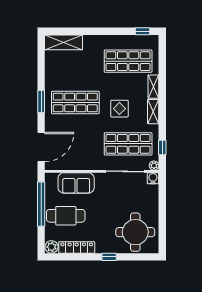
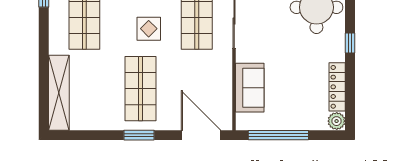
shelving: (64, 42) -> (59, 93), width x1.47
cafe table: (66, 216) -> (294, 102), removed

